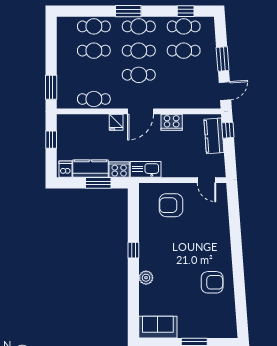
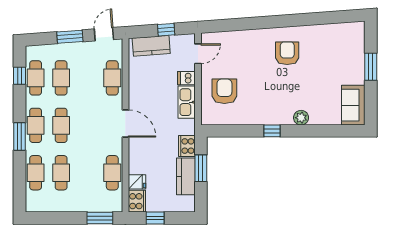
cafe table: (139, 75) -> (112, 78), moved
door: (225, 91) -> (104, 34), hinge flipped
fridge: (116, 122) -> (137, 182), moved
cooker: (172, 122) -> (137, 201), moved
window: (228, 130) -> (166, 30), moved
dishwasher: (65, 169) -> (186, 78), moved
kitchen sink: (146, 169) -> (187, 102), moved
armchair: (171, 205) -> (224, 91), turned 180
armchair: (212, 282) -> (287, 53), moved

